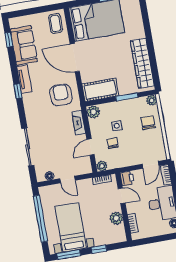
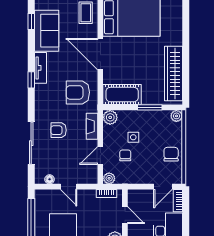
armchair: (61, 95) -> (78, 92), turned -90
chair: (148, 123) -> (171, 154), moved
armchair: (50, 131) -> (59, 130), added
printer: (127, 178) -> (134, 197), removed

